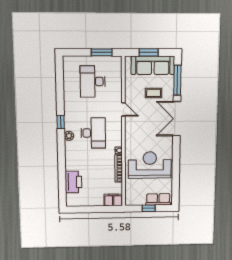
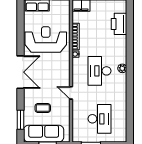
window: (177, 80) -> (21, 120), width x0.69
double door: (177, 119) -> (21, 72), moved
window: (61, 122) -> (130, 81), removed
reception desk: (150, 165) -> (46, 40), turned 180

